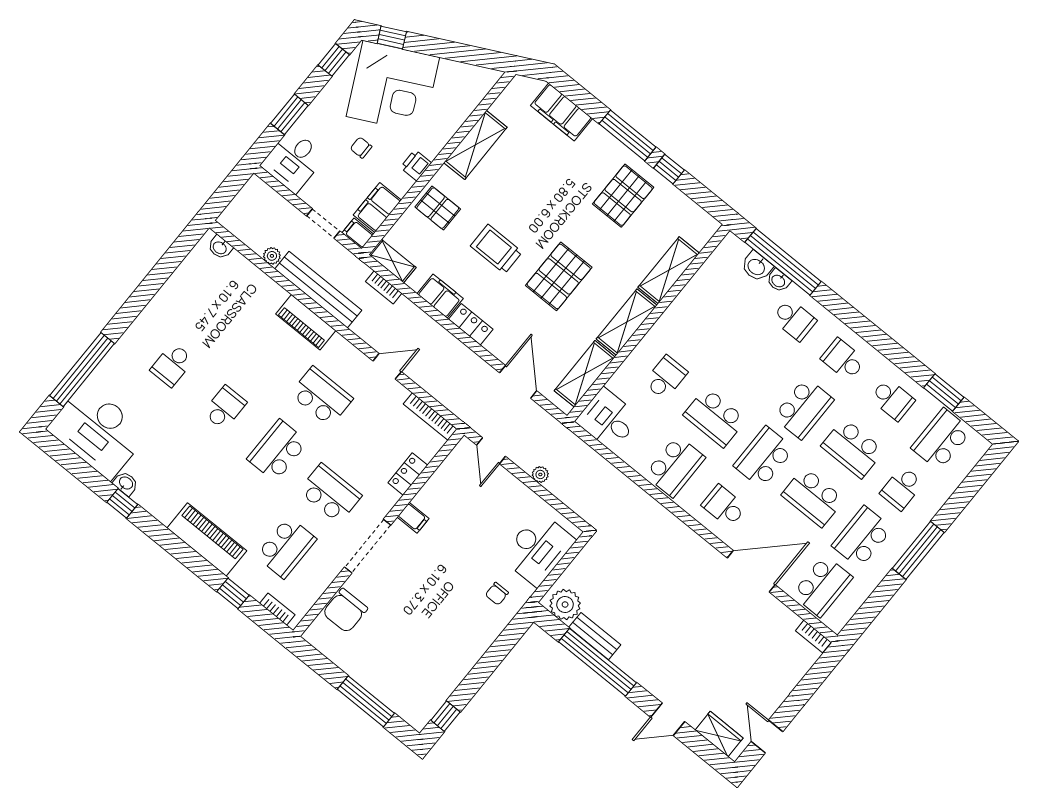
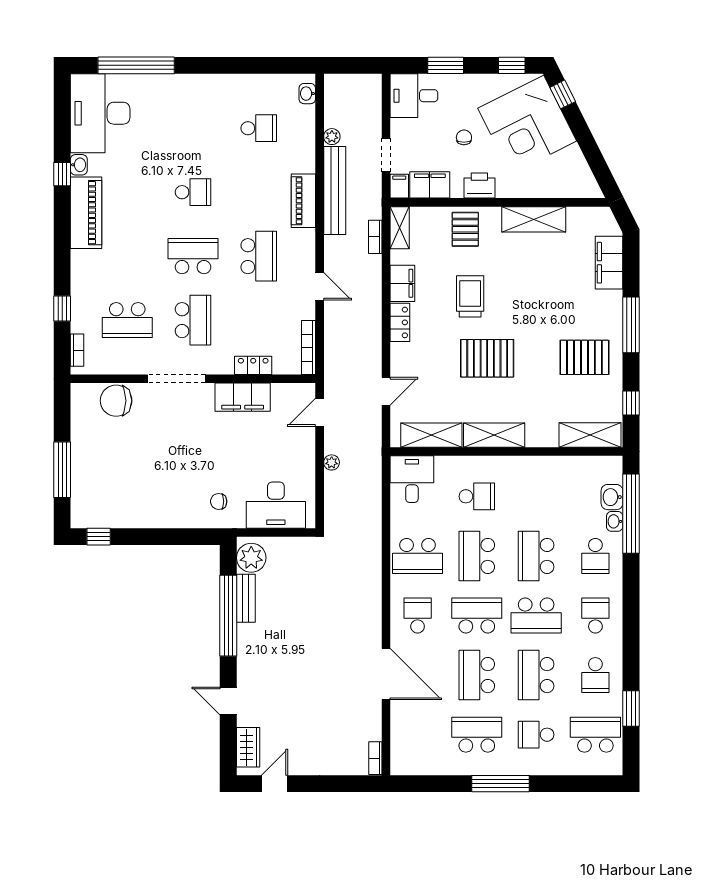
printer: (416, 165) -> (479, 186), width x1.36, depth x1.24
window: (669, 169) -> (631, 403), moved
shelving: (669, 270) -> (590, 435), moved
school desk: (172, 365) -> (259, 128), moved, turned 180
door: (518, 382) -> (386, 391), width x0.73
filing cabinet: (413, 518) -> (243, 397), width x3.00, depth x1.17
piano: (207, 539) -> (86, 213), moved
school desk: (822, 586) -> (536, 556), moved, turned 90

